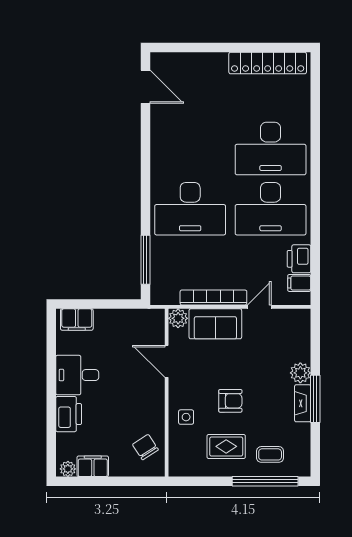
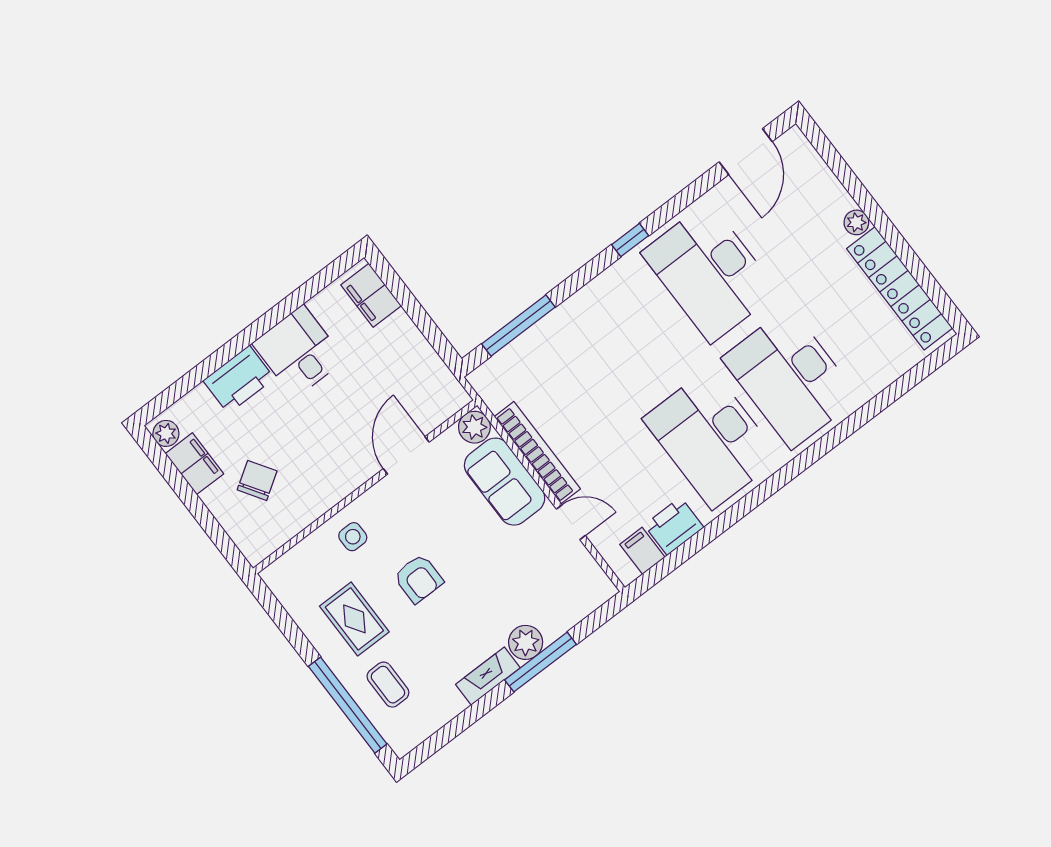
plant: (220, 60) -> (856, 222), added
window: (145, 175) -> (630, 240), added
desk: (190, 209) -> (710, 272), moved
window: (315, 399) -> (541, 662), moved
chair: (145, 447) -> (257, 480), moved

